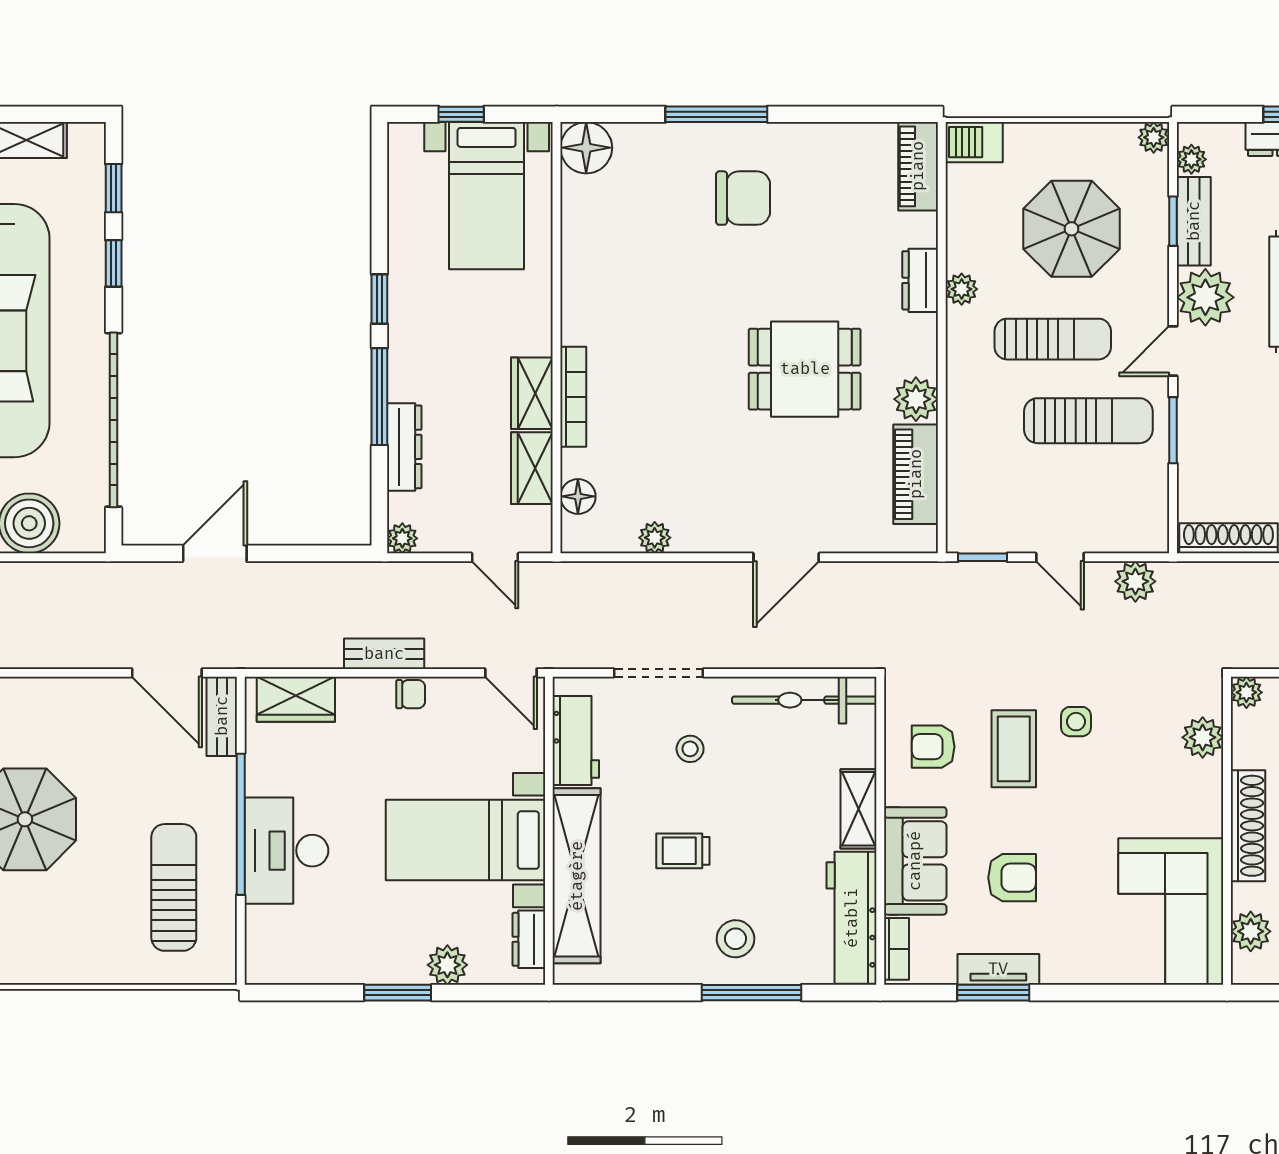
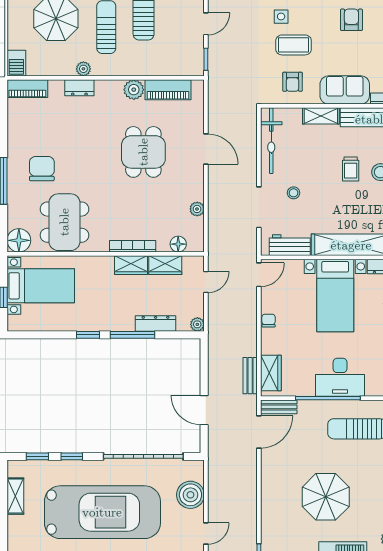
dining table: (626, 248) -> (64, 222), added
dining table: (805, 369) -> (143, 152), moved
bench: (384, 654) -> (250, 376), moved
trolley: (683, 851) -> (351, 169), moved
armchair: (1012, 878) -> (351, 20), moved

